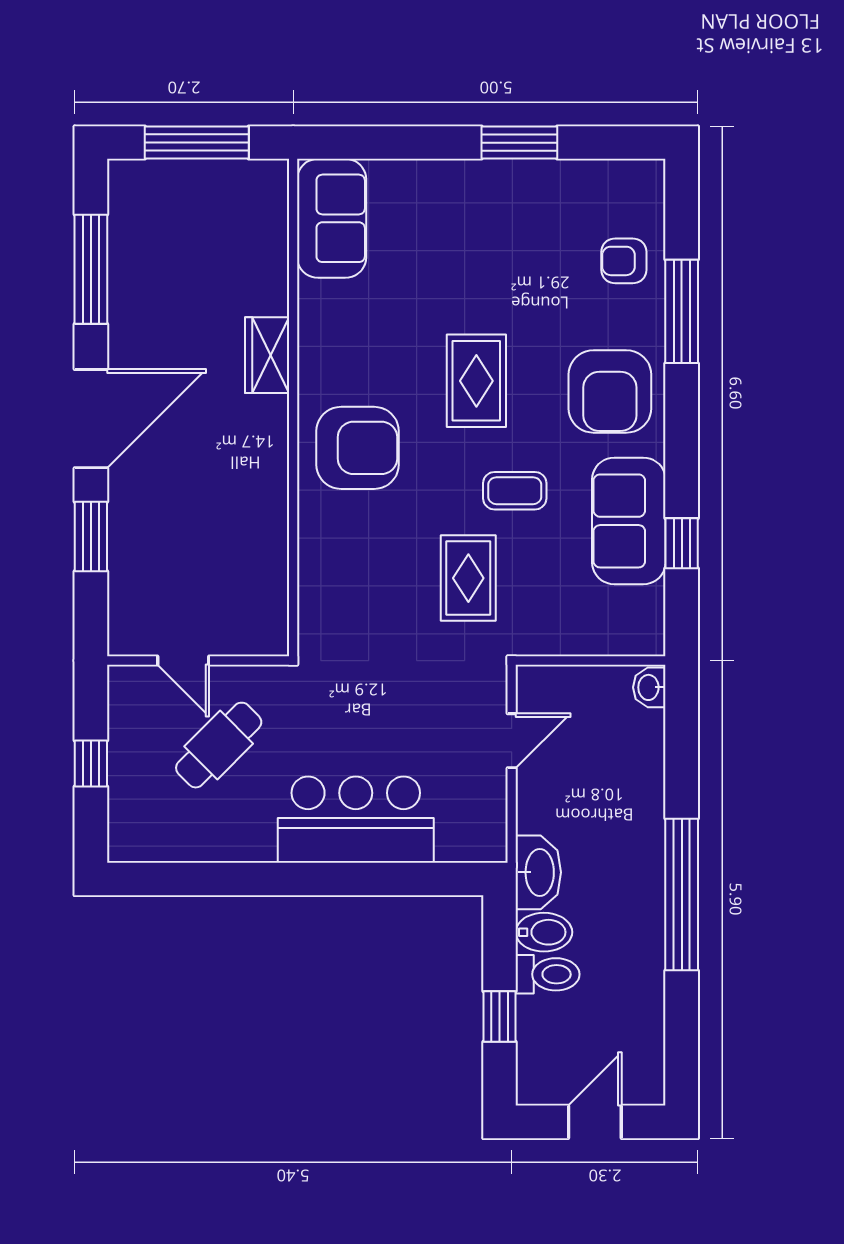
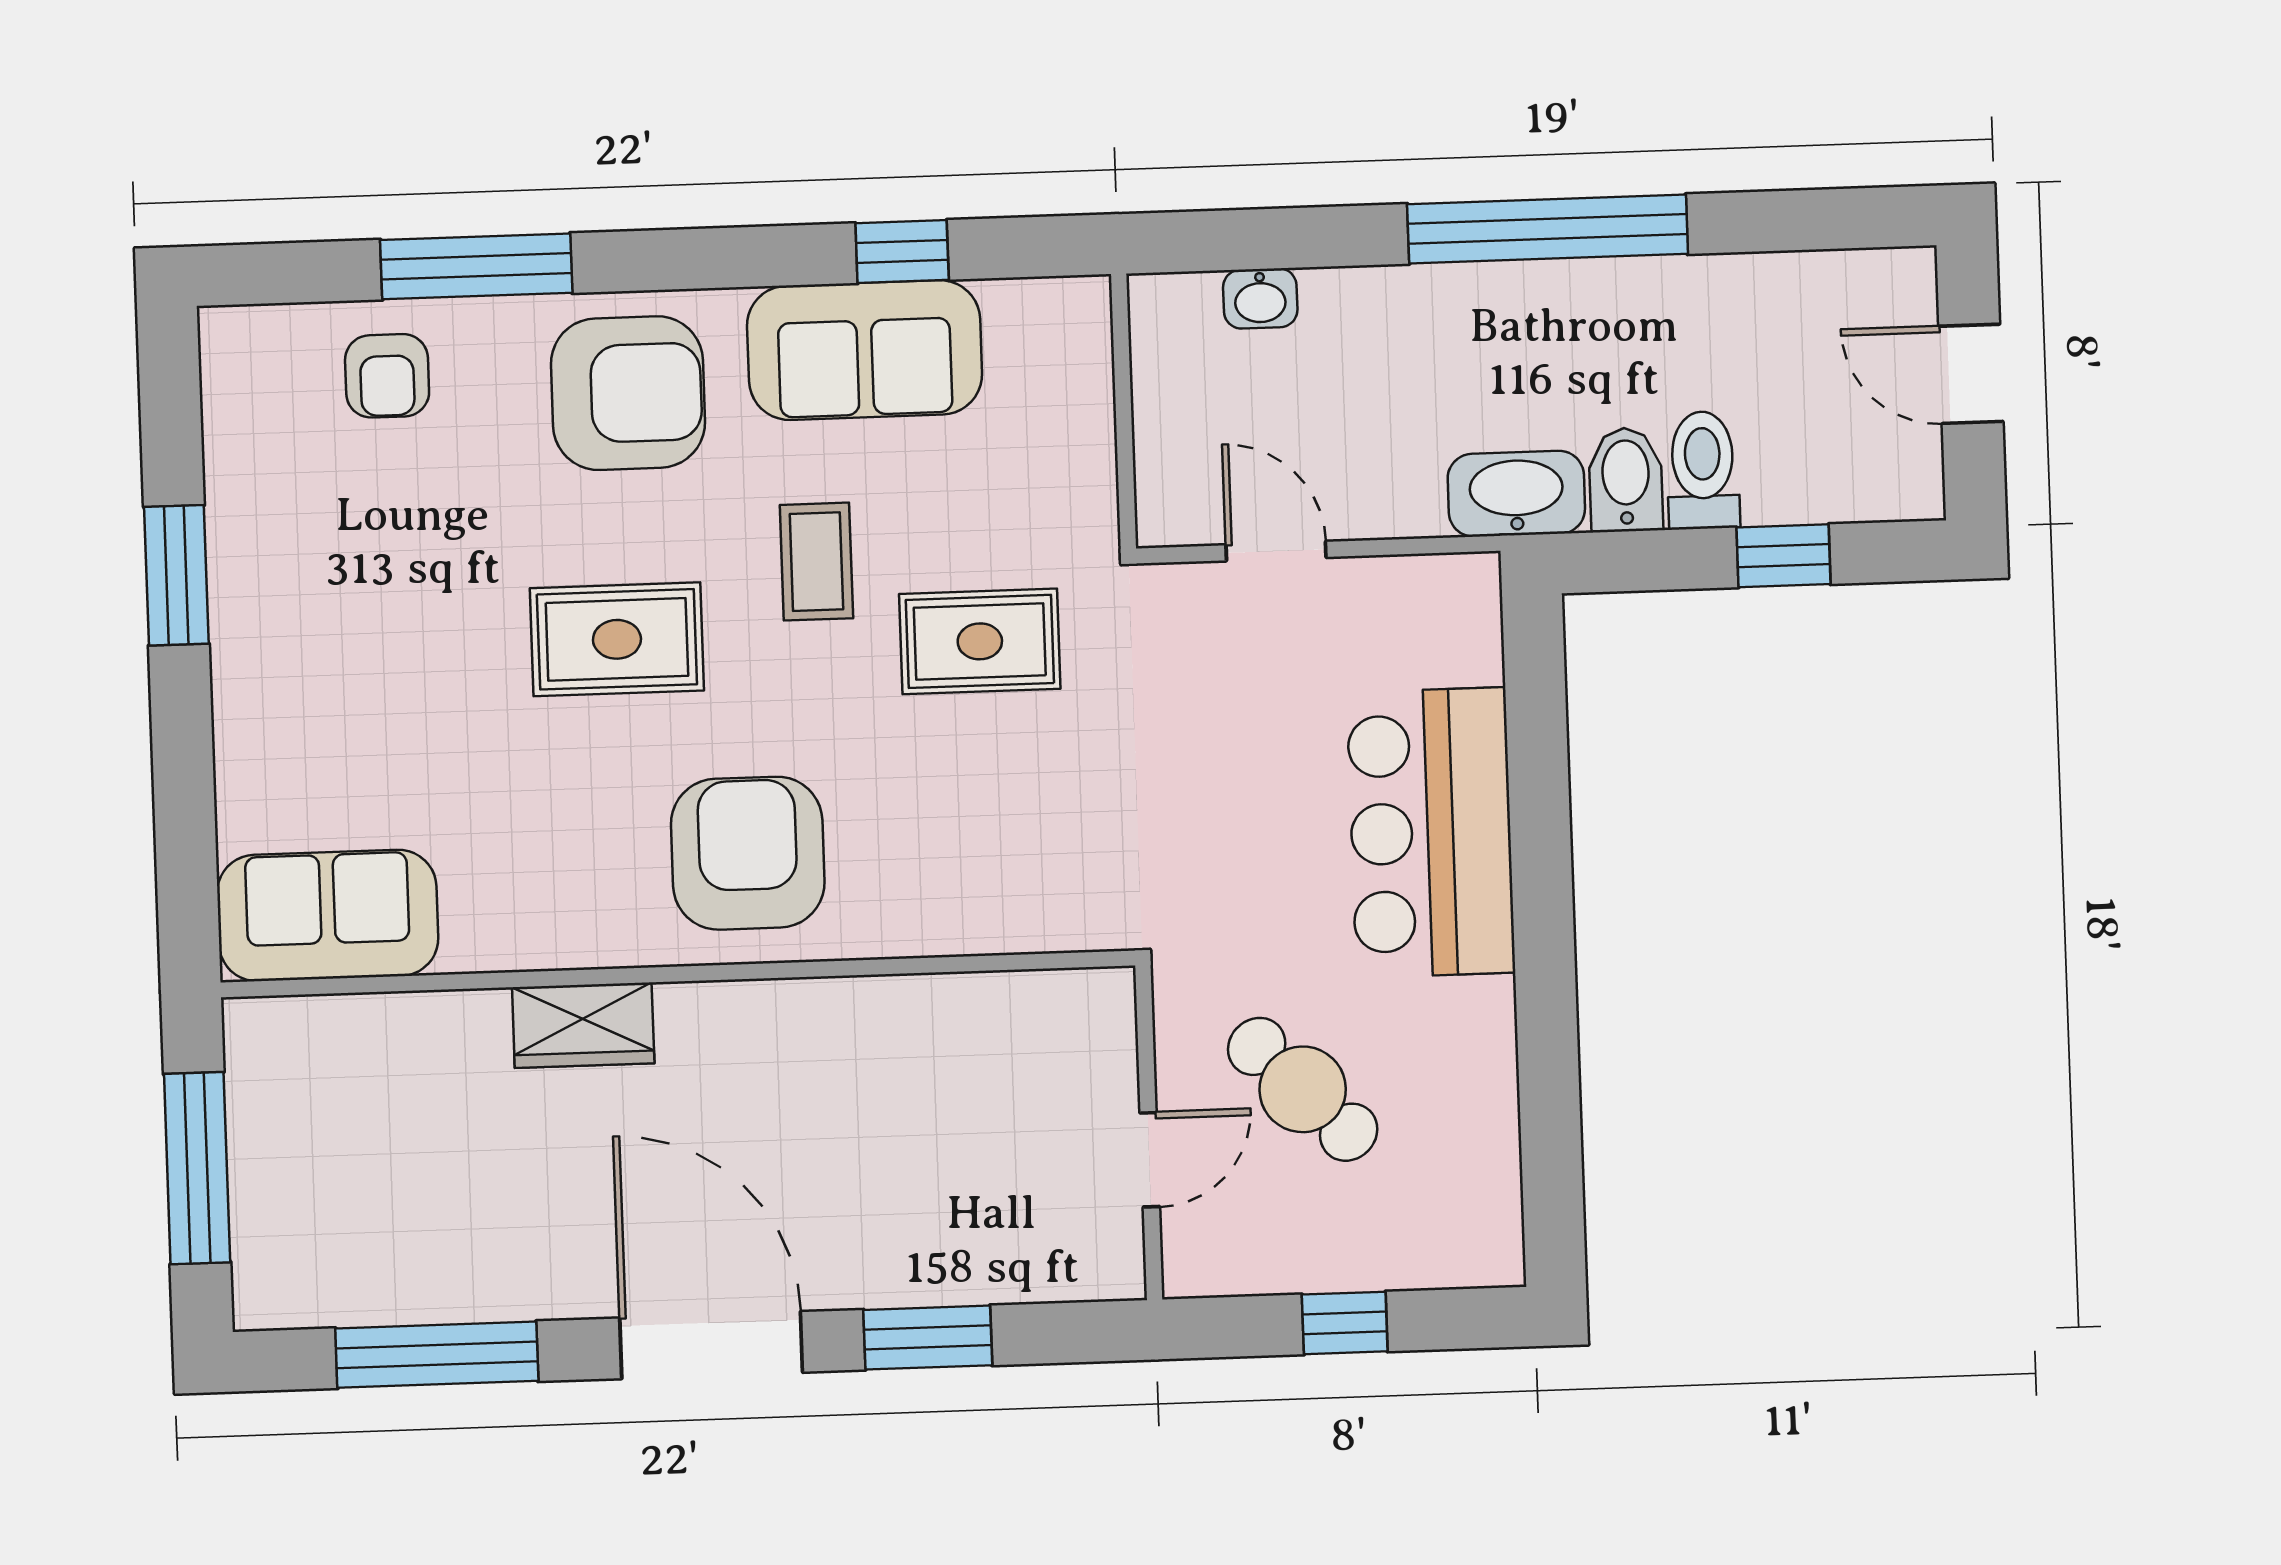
washbasin: (649, 687) -> (1260, 298), moved

